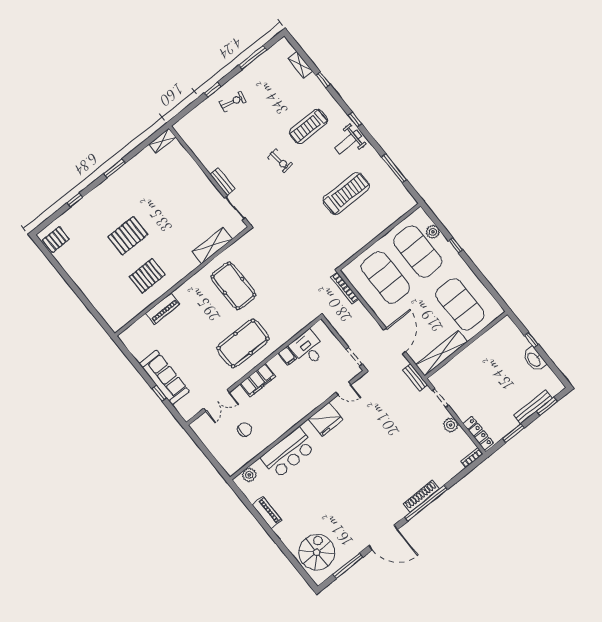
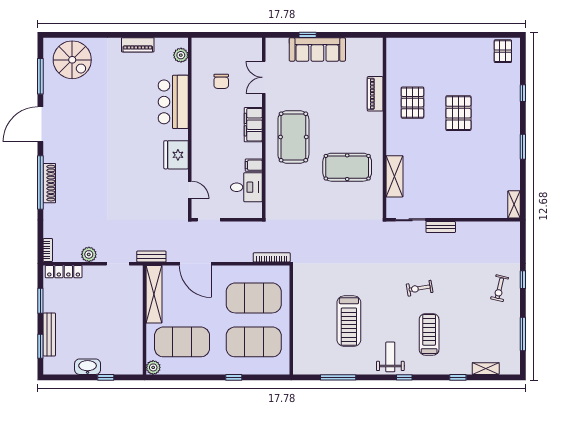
plant: (433, 232) -> (153, 367), moved
door: (343, 389) -> (190, 190), swing flipped

